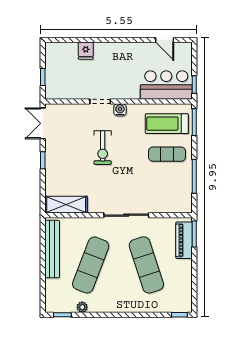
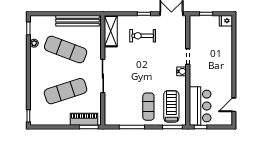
fridge: (86, 51) -> (226, 21), moved
exercise bike: (103, 148) -> (143, 36), moved

